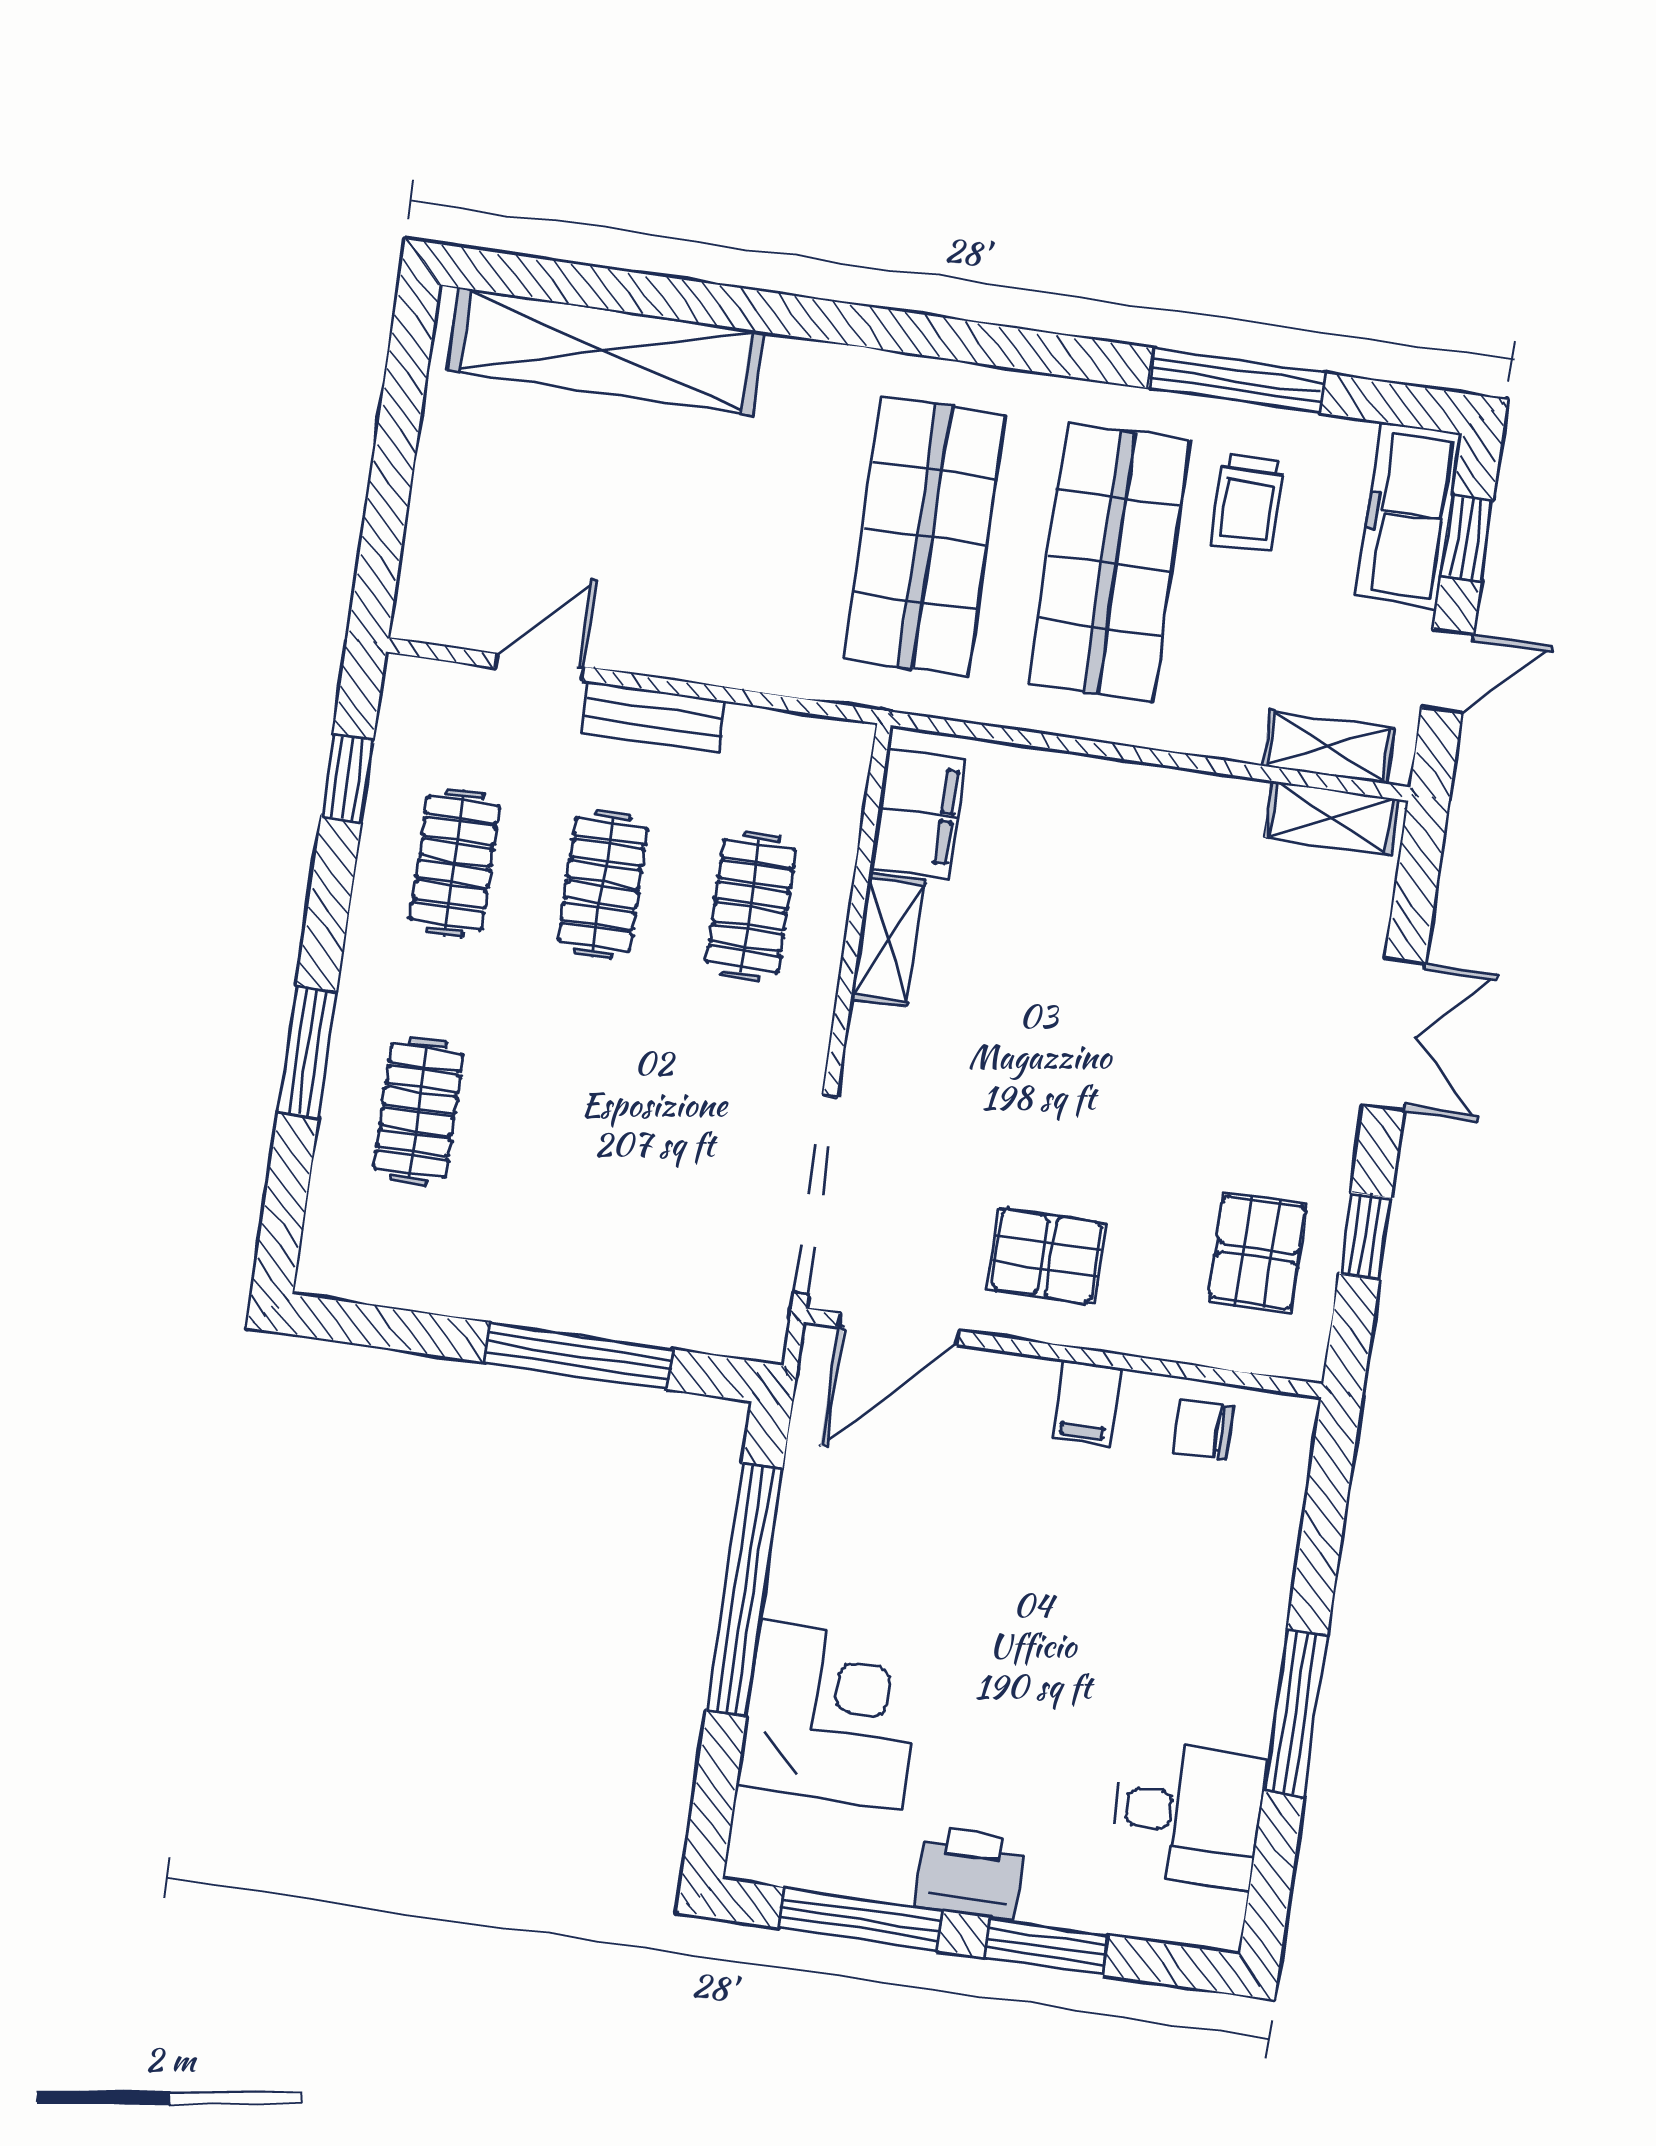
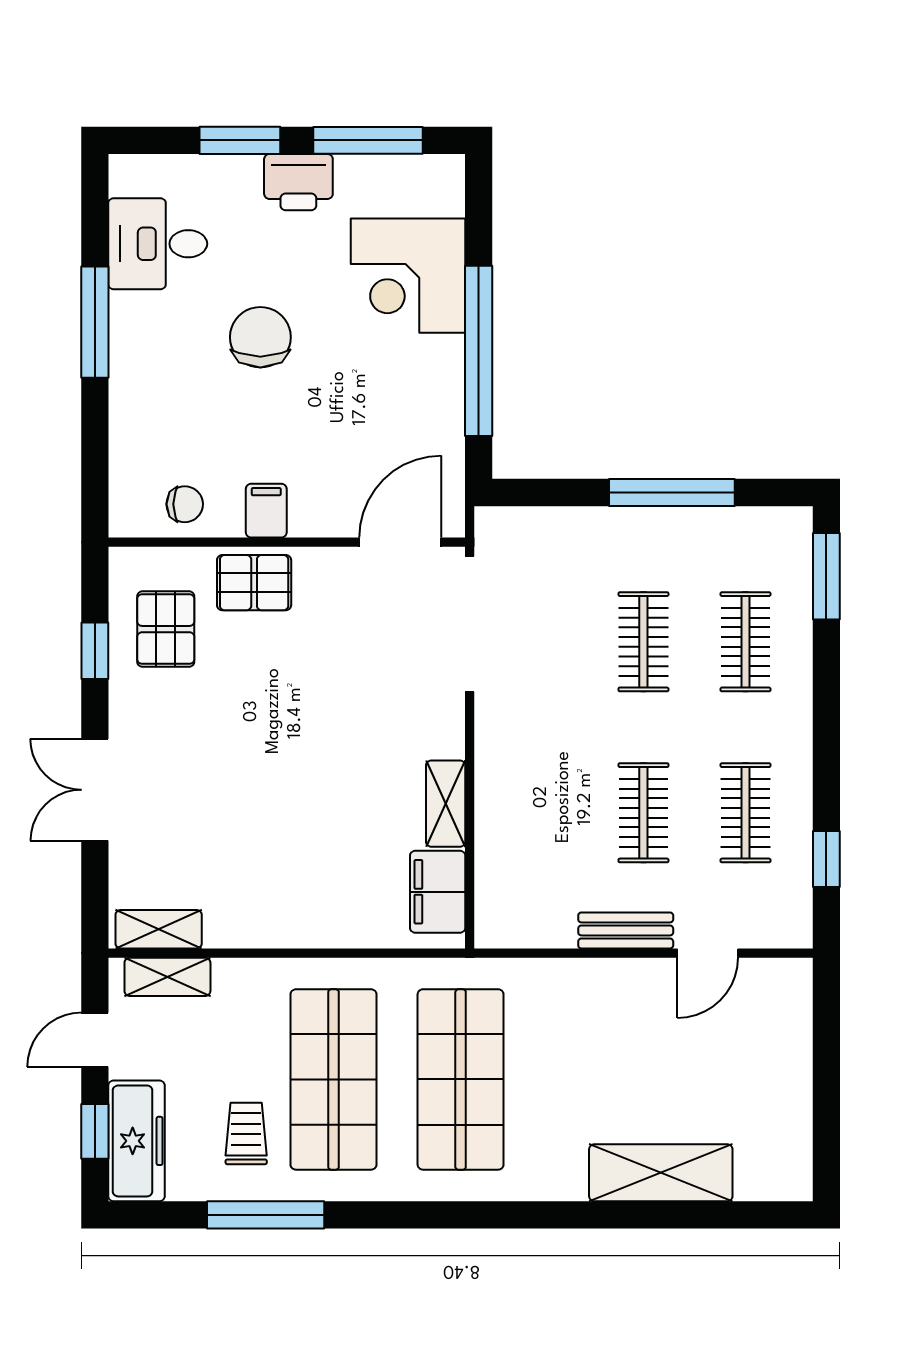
shelving: (605, 351) -> (661, 1173), width x0.68
clothes rail: (751, 906) -> (643, 642), moved
window: (307, 1052) -> (826, 576), moved
pallet: (1047, 1256) -> (254, 583), moved
window: (579, 1356) -> (672, 493), moved
chair: (1058, 1656) -> (260, 337), added

